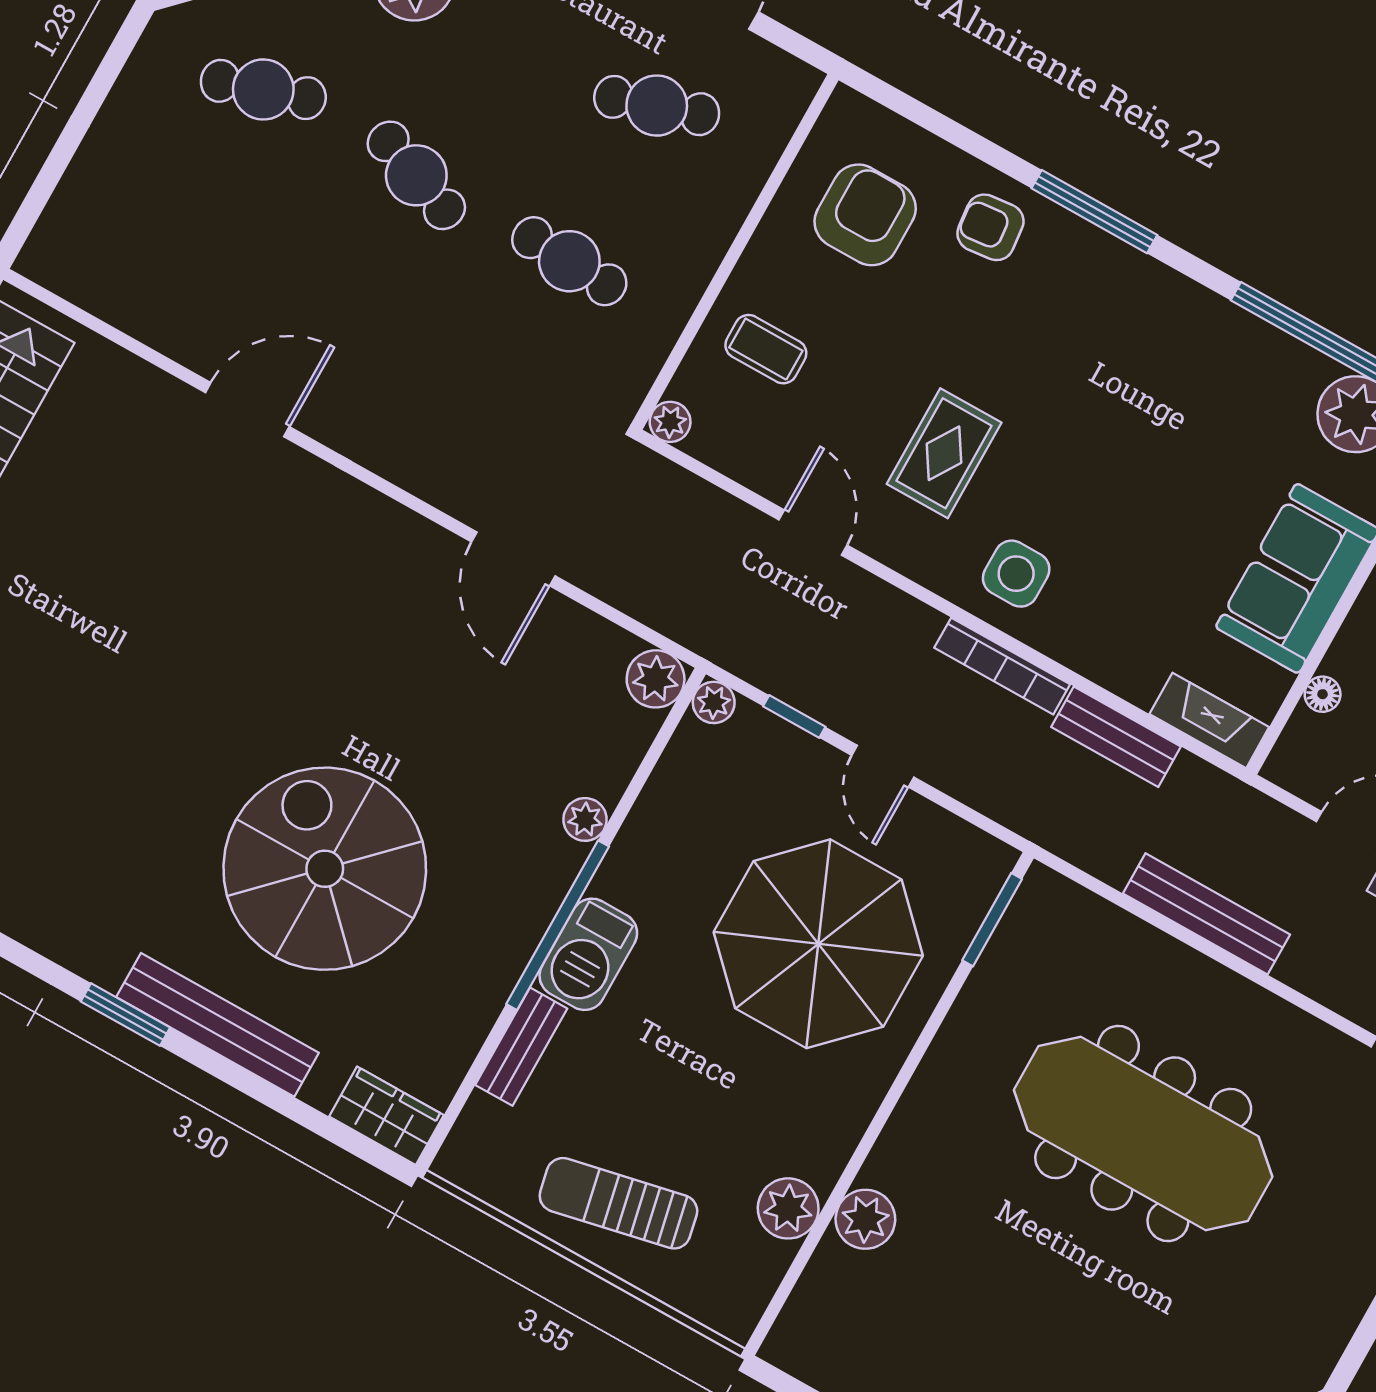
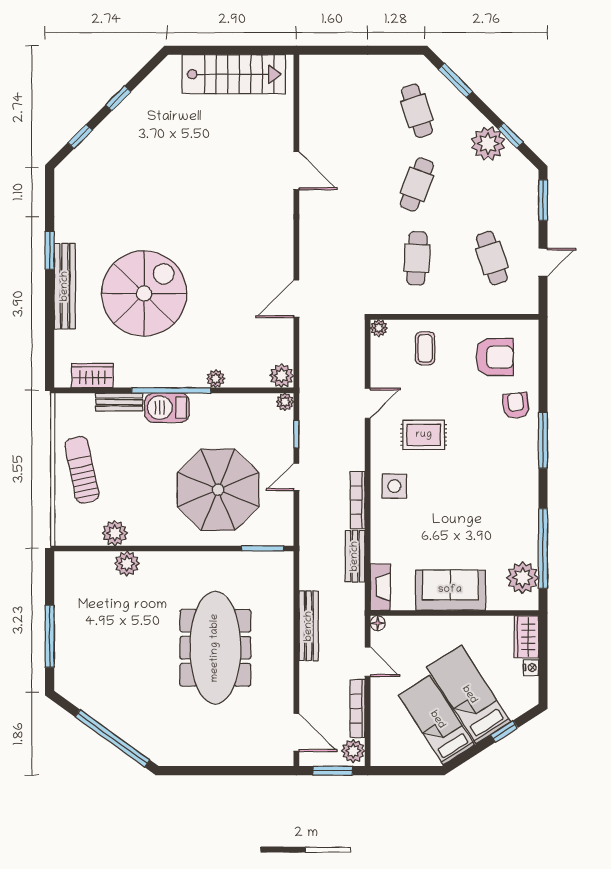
floor lamp: (1323, 694) -> (378, 623), moved
wardrobe: (386, 1116) -> (92, 376), moved, turned -90

